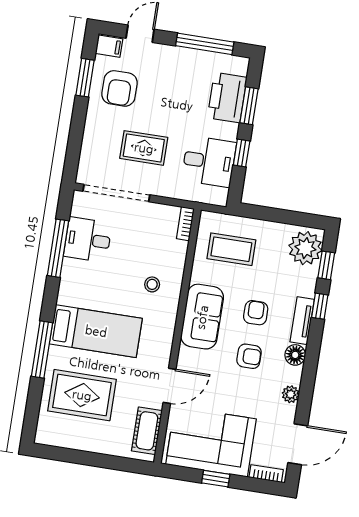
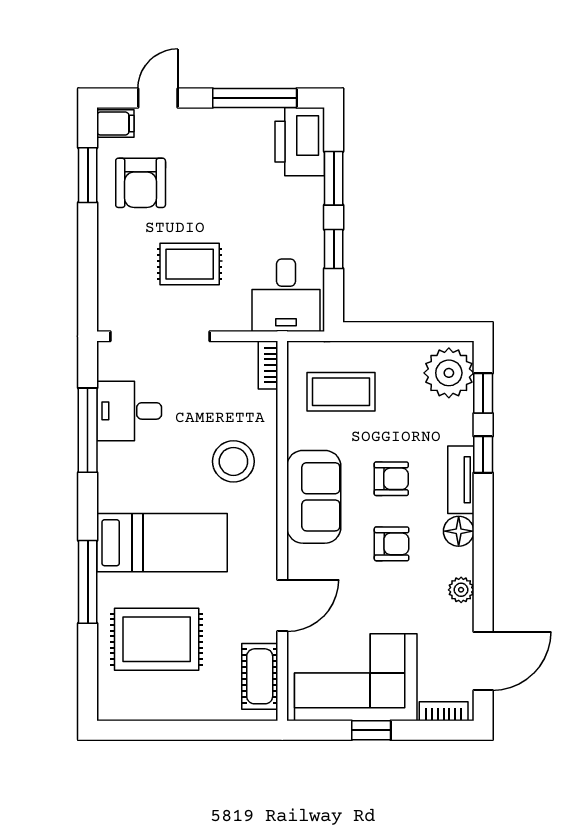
printer: (227, 98) -> (300, 142), moved
desk: (209, 161) -> (286, 295), moved, turned 90
stool: (152, 284) -> (233, 461), width x1.89, depth x1.89
armchair: (256, 313) -> (391, 479), turned 90

